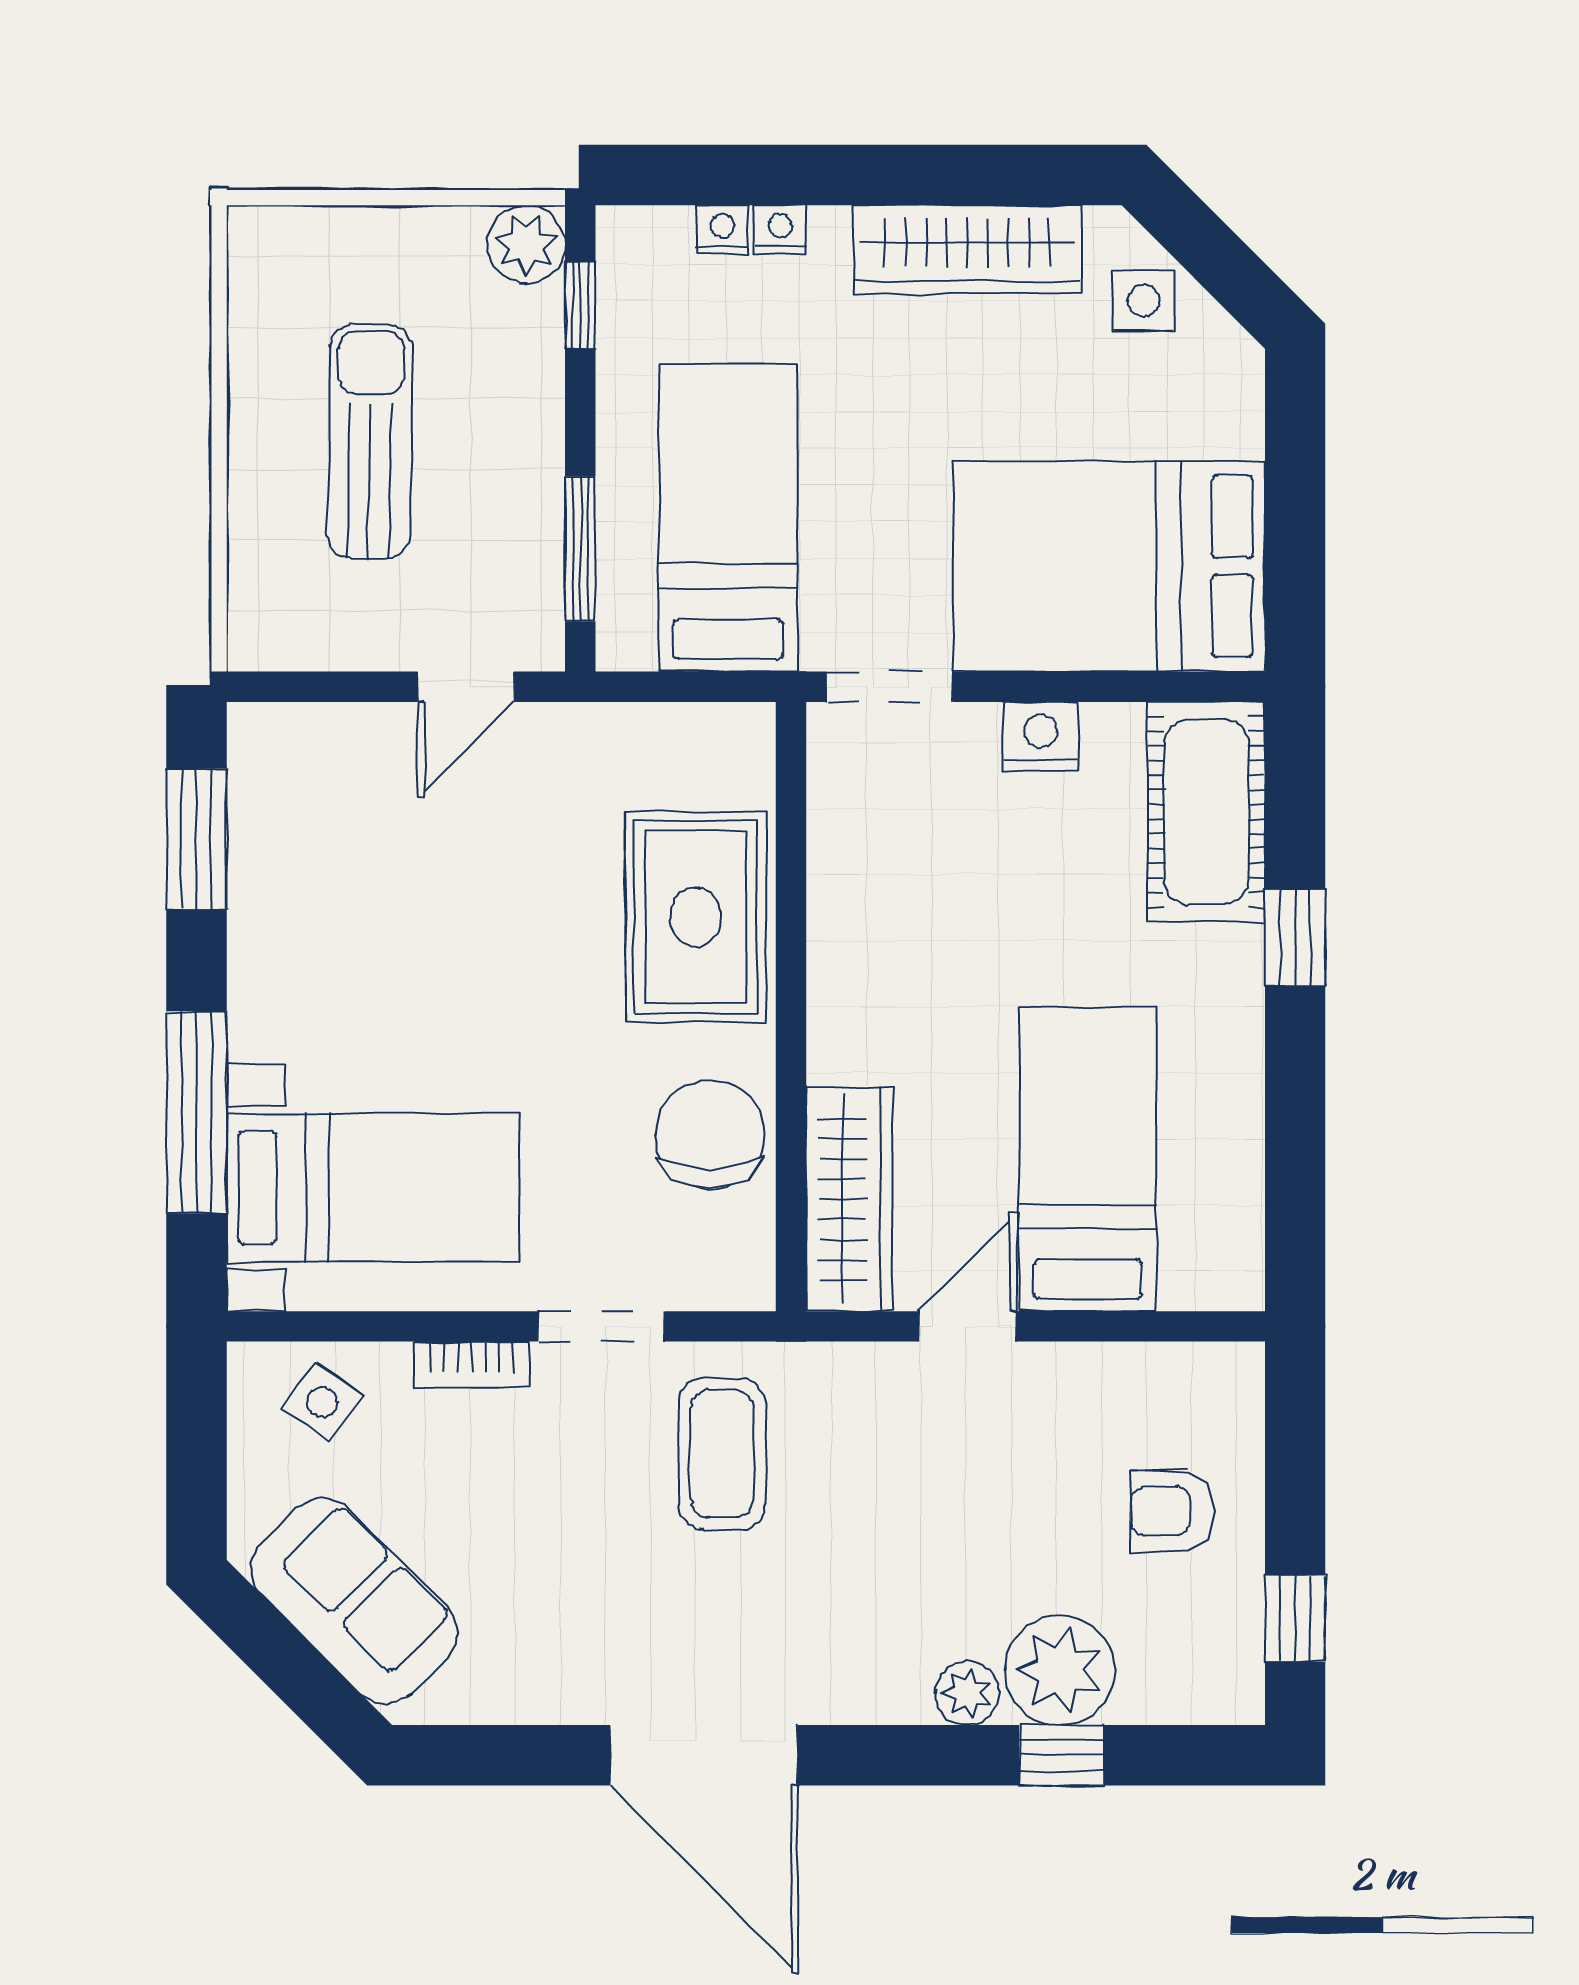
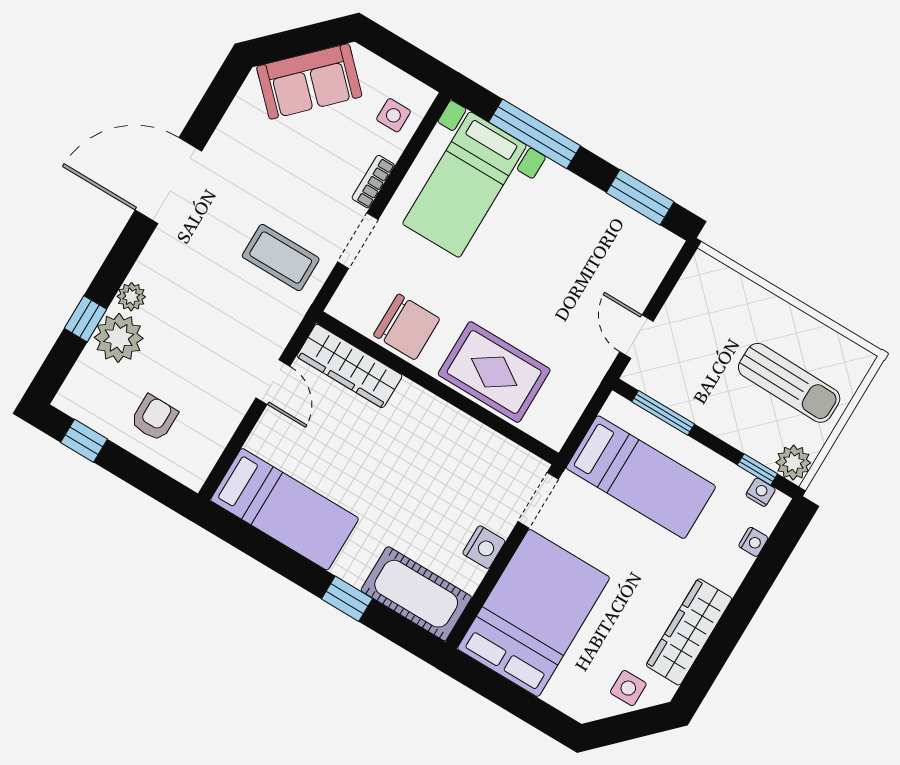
nightstand: (780, 229) -> (761, 492), moved, turned -90
sun lounger: (370, 441) -> (789, 383), moved
bed: (1088, 1159) -> (285, 509), moved
side table: (322, 1402) -> (393, 115), turned -36

